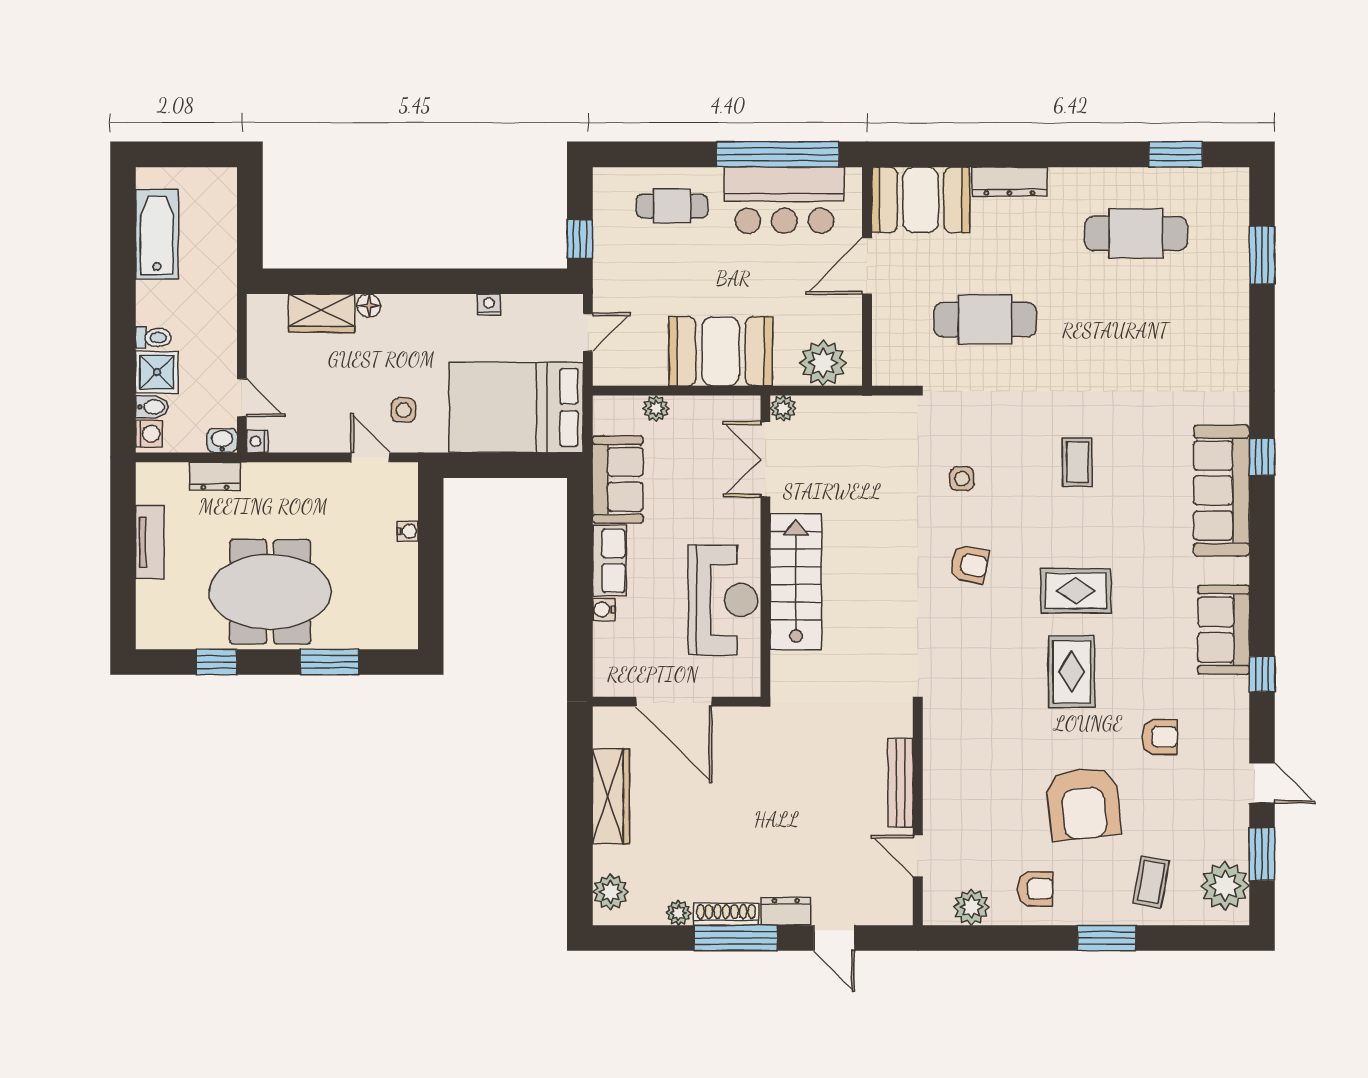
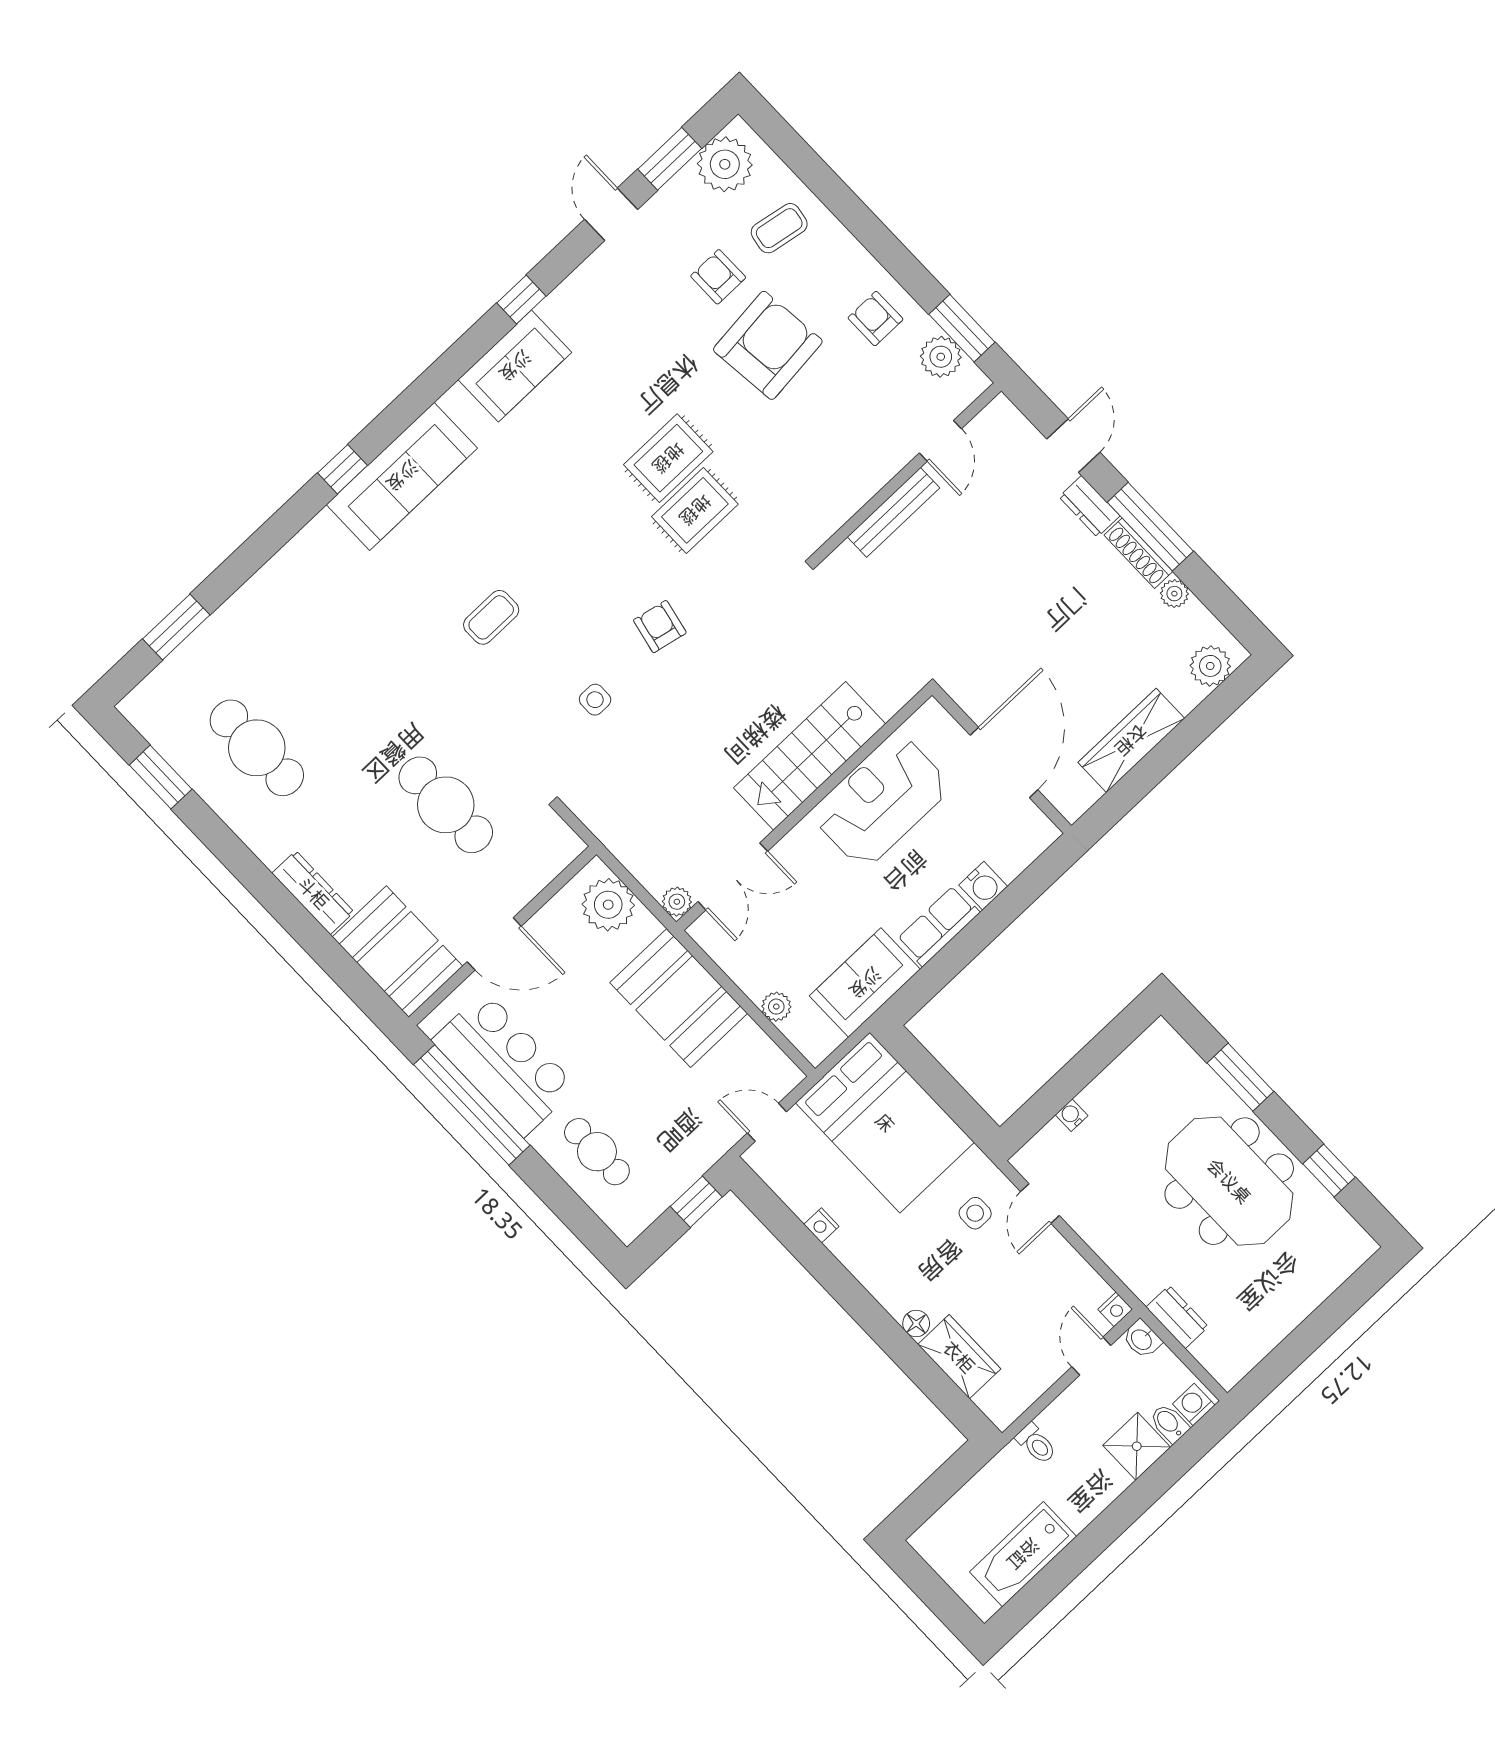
toilet: (153, 337) -> (1036, 1444), moved, turned 180
tv unit: (150, 542) -> (1283, 1319), removed
rug: (1076, 591) -> (695, 510), moved, turned 90
water cooler: (604, 610) -> (983, 886), width x1.38, depth x1.38
armchair: (1160, 737) -> (718, 277), moved
window: (1106, 938) -> (962, 328), moved

